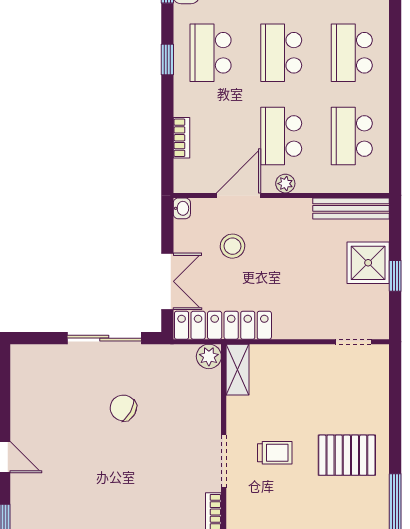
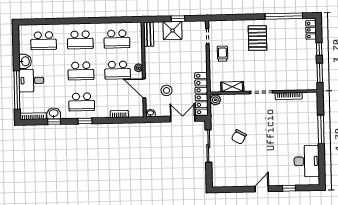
bench: (351, 208) -> (149, 34), width x0.73
shelving: (237, 370) -> (232, 87), moved
trolley: (275, 453) -> (222, 54), moved

